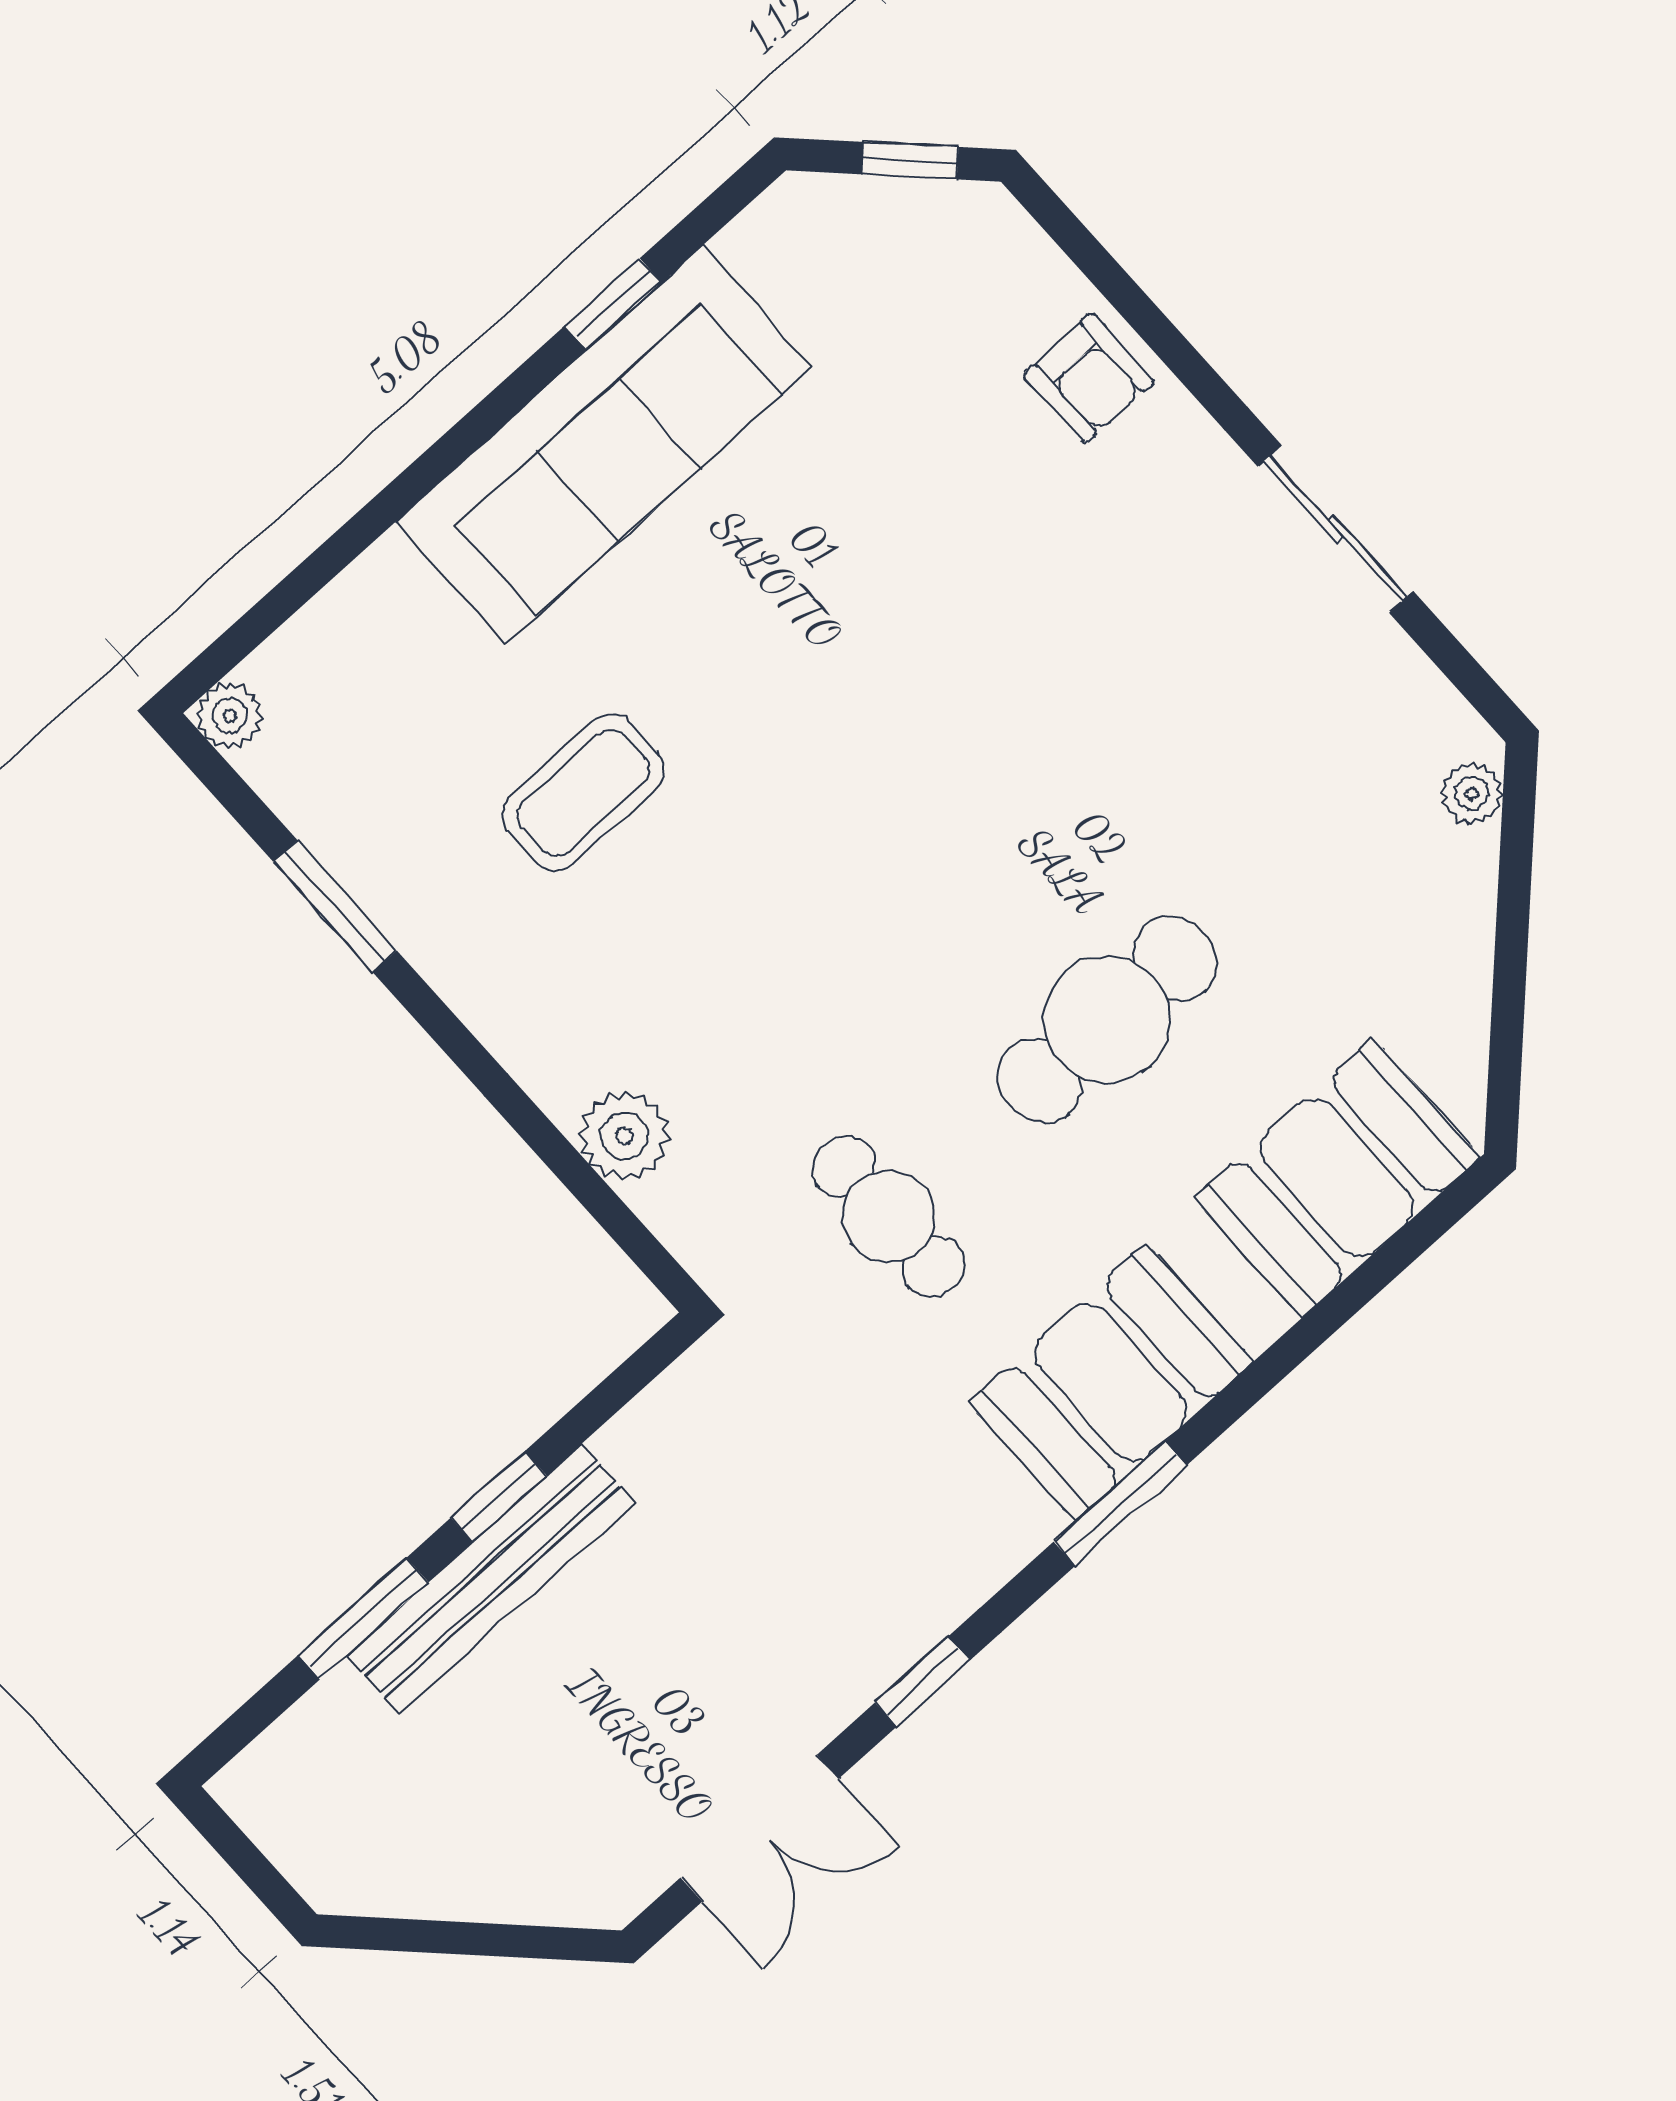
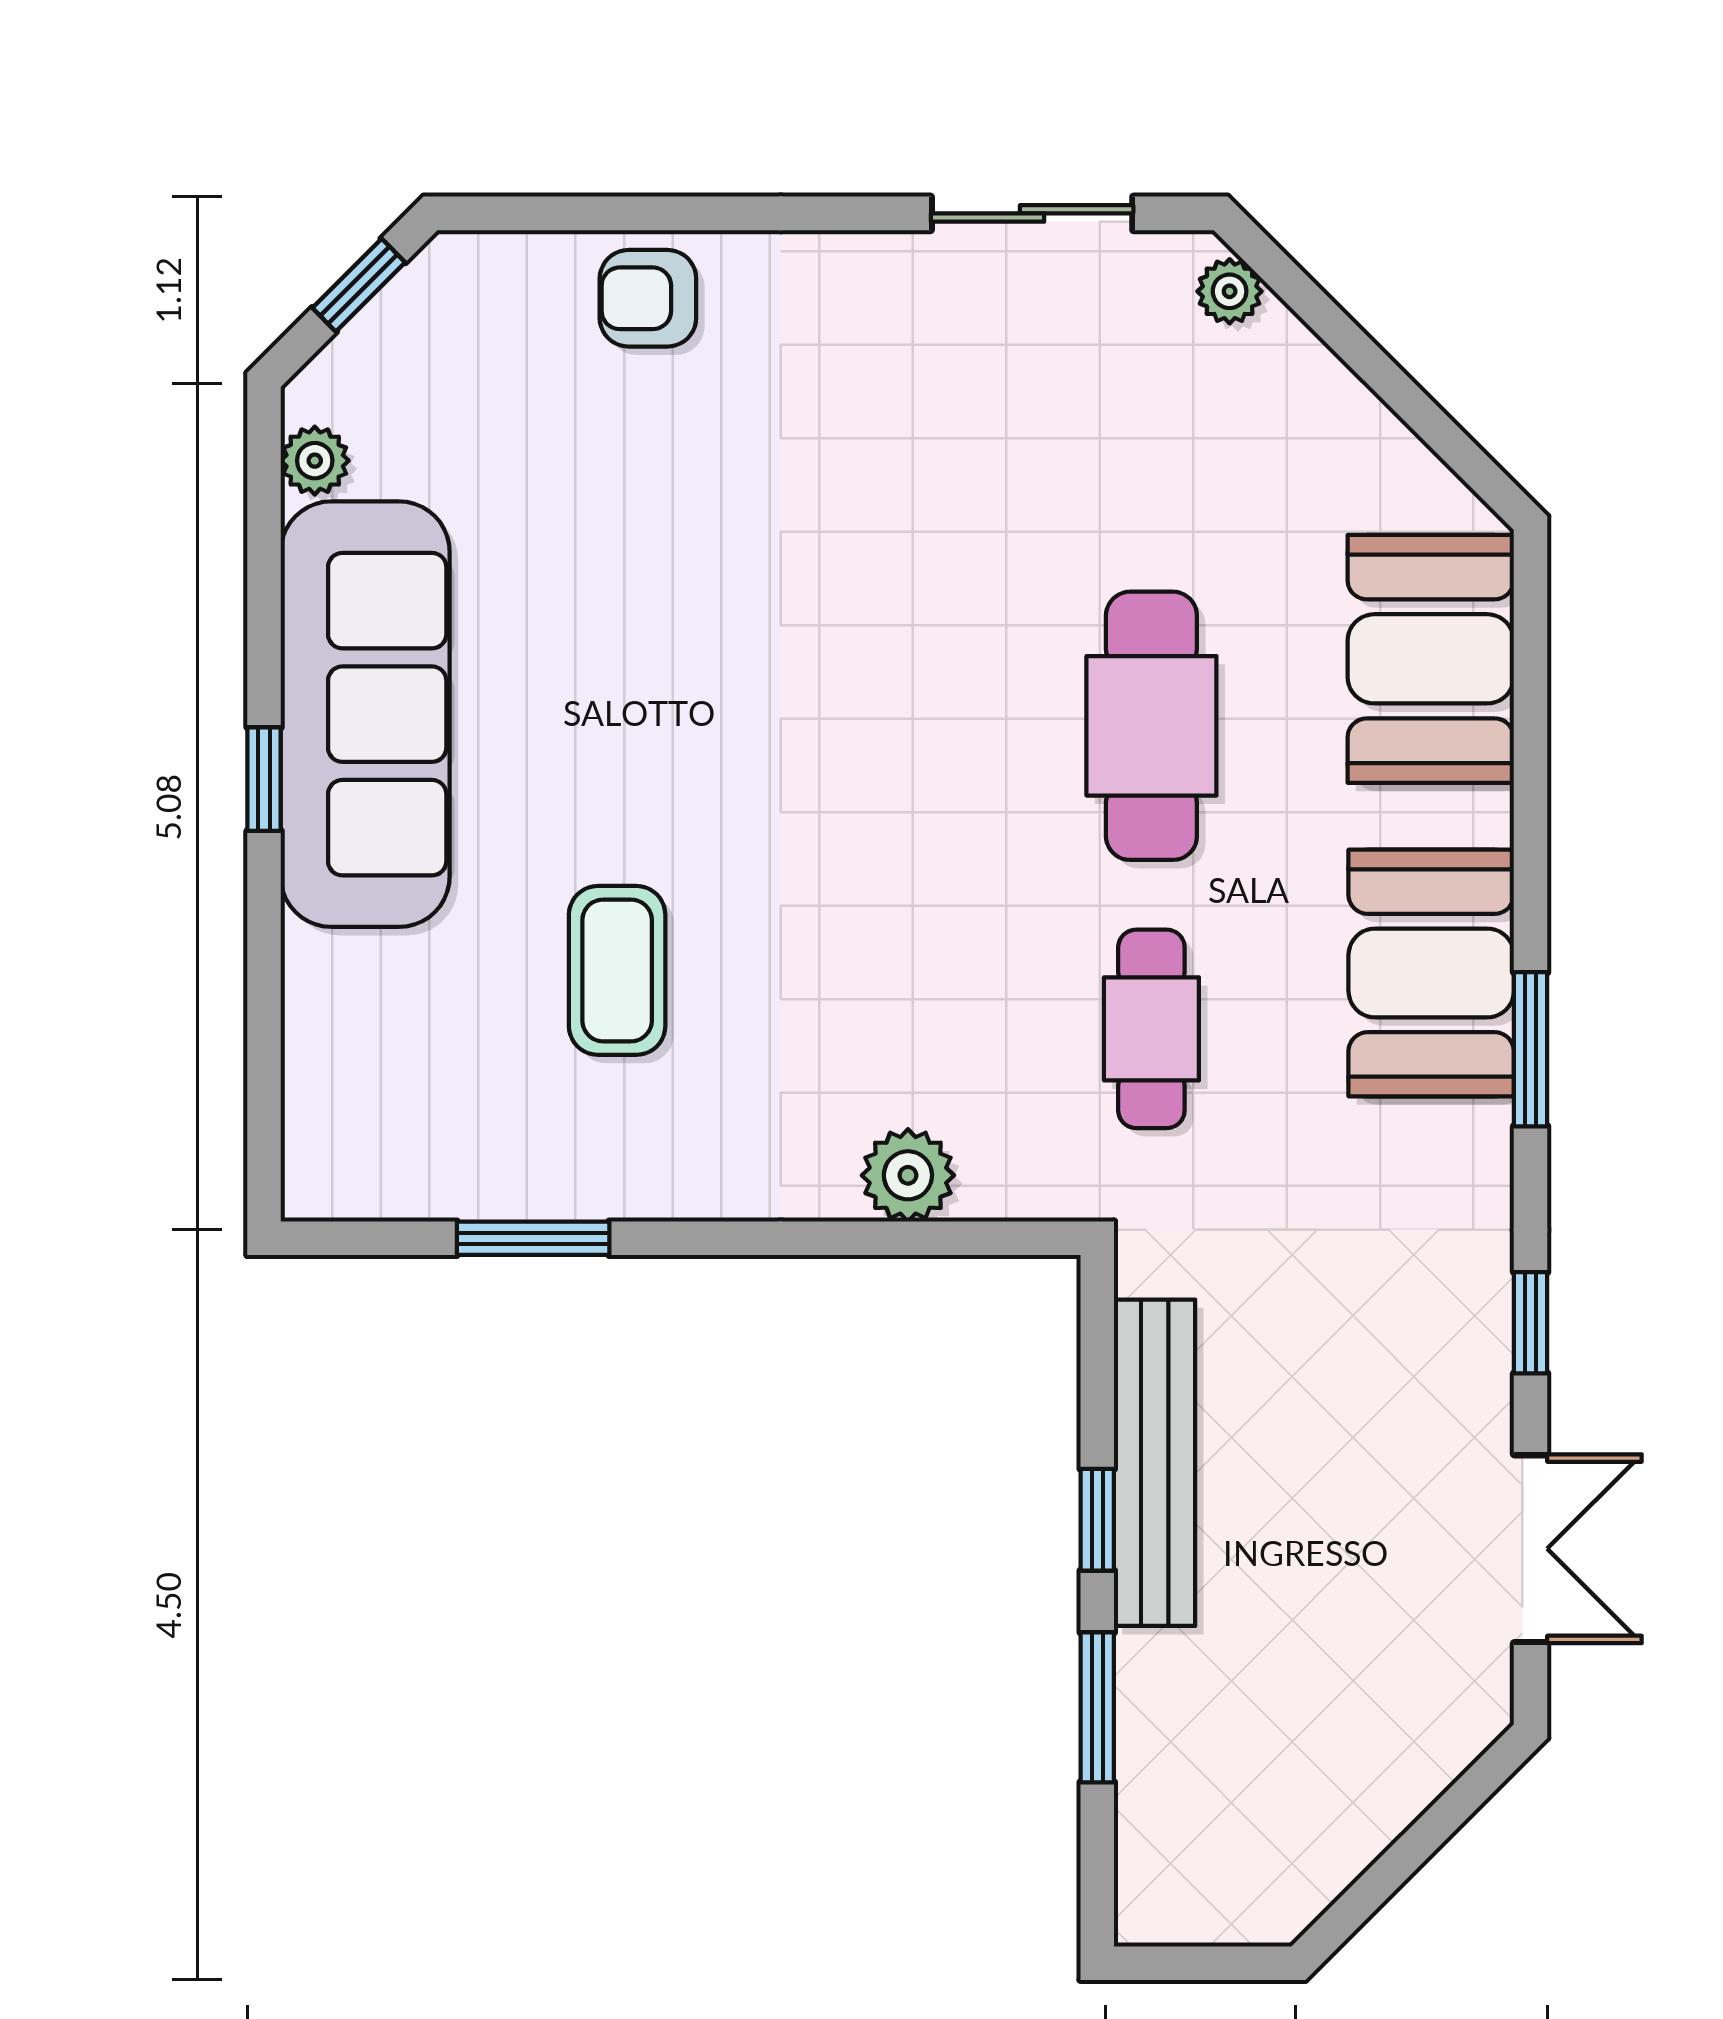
window: (613, 304) -> (264, 779), moved
armchair: (1088, 378) -> (648, 298), turned 180
sliding door: (1335, 529) -> (1032, 213), moved
plant: (230, 716) -> (315, 461), moved
cafe table: (888, 1217) -> (1151, 1029), turned 90
bench: (490, 1579) -> (1155, 1463), moved

